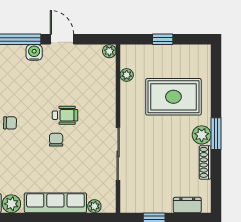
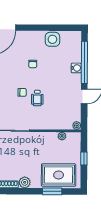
water cooler: (34, 52) -> (76, 68), moved
rug: (173, 97) -> (59, 175), moved, turned 90
window: (216, 134) -> (52, 191), moved

